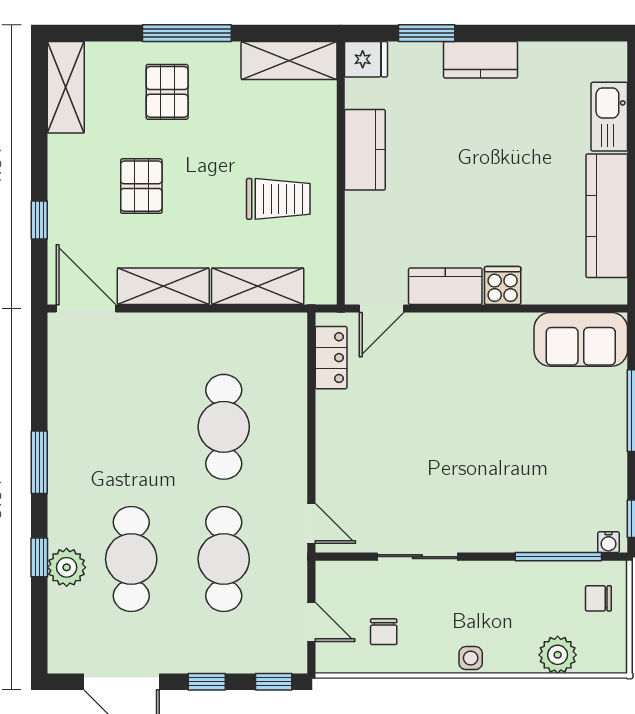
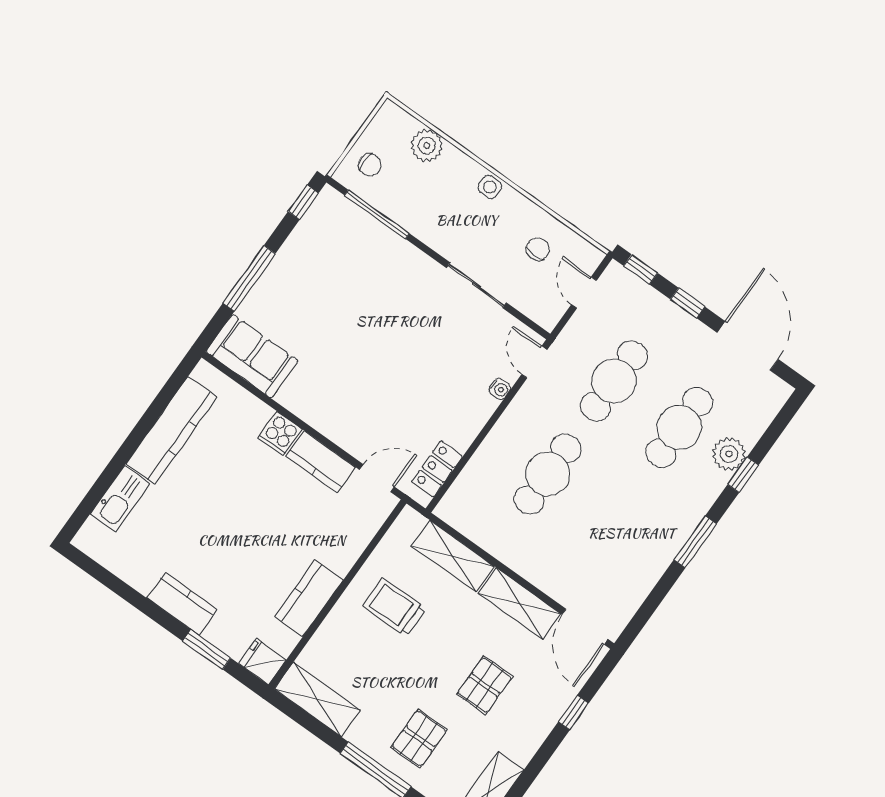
water cooler: (608, 542) -> (500, 389), moved, turned 90

